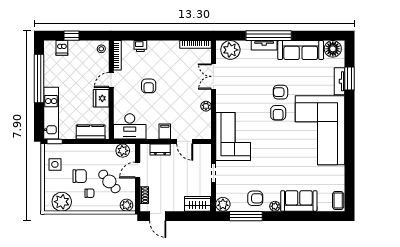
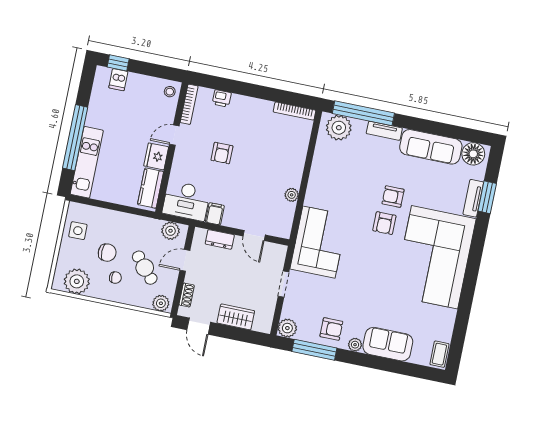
window: (72, 36) -> (118, 63), moved
window: (269, 36) -> (363, 113), moved
double door: (213, 76) -> (309, 158), removed
window: (39, 78) -> (75, 138), moved
kitchen counter: (91, 132) -> (151, 188), moved, turned -90
filing cabinet: (165, 132) -> (215, 214), moved
window: (55, 141) -> (84, 200), removed
wardrobe: (197, 204) -> (236, 317), moved

